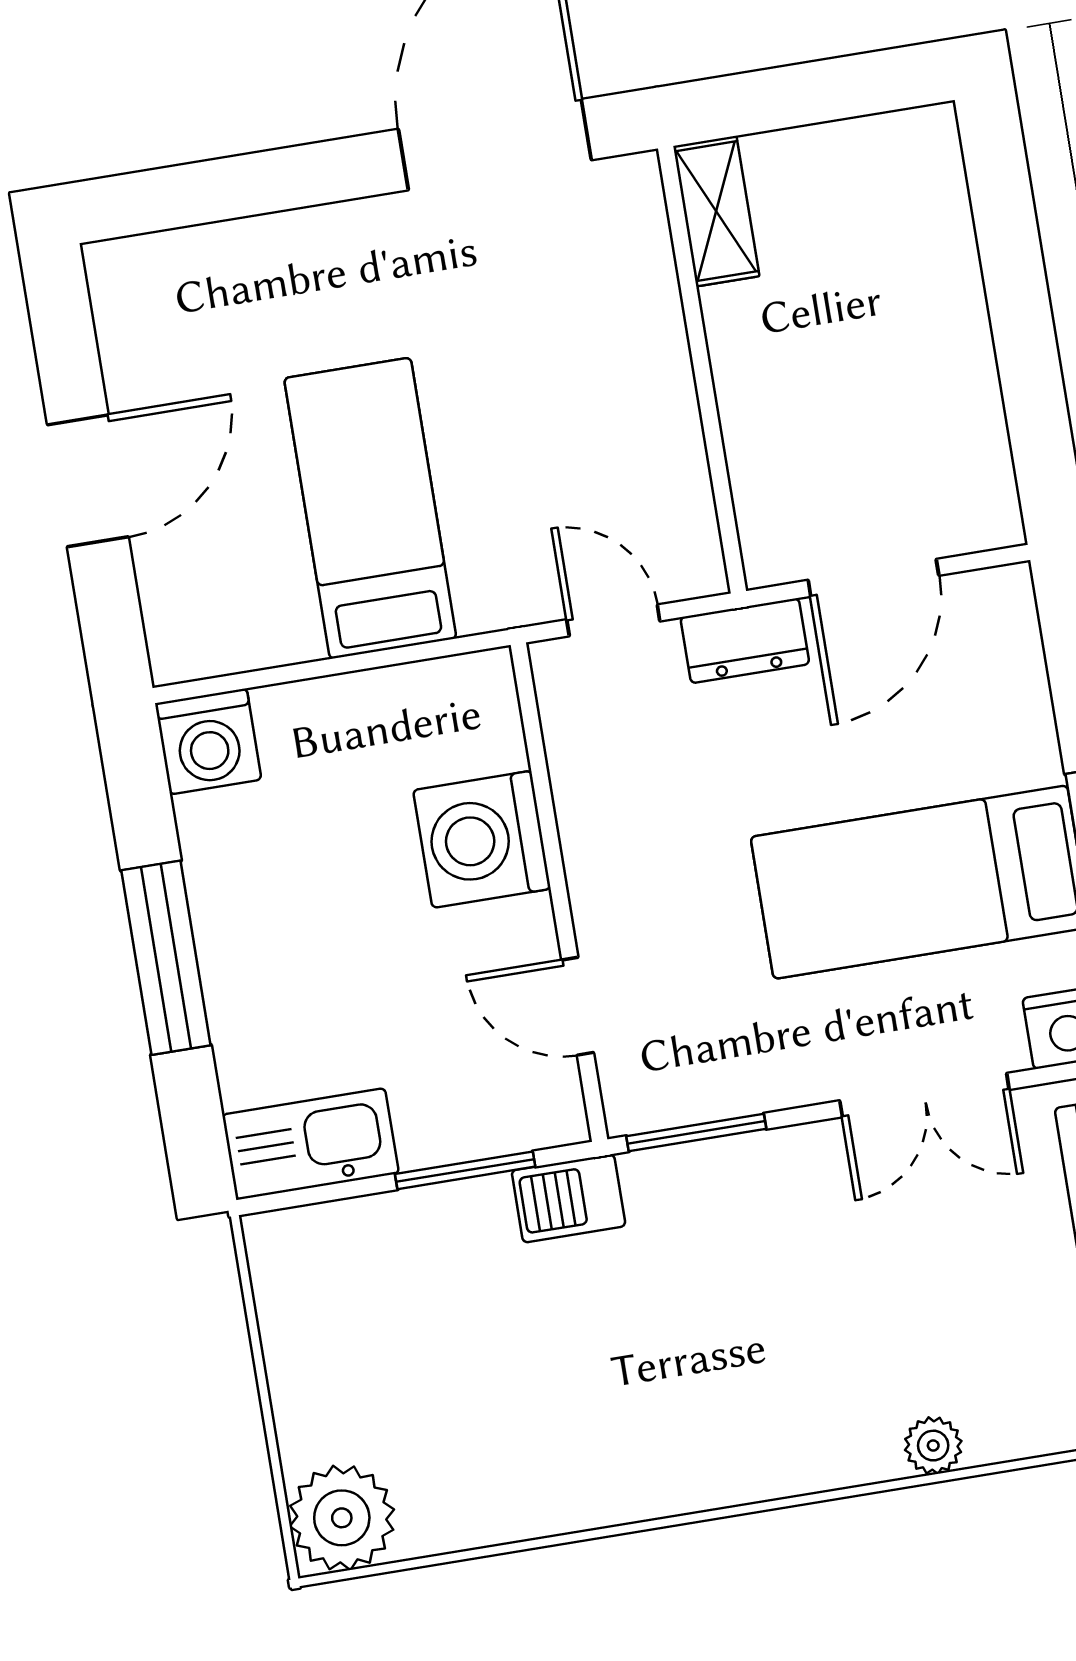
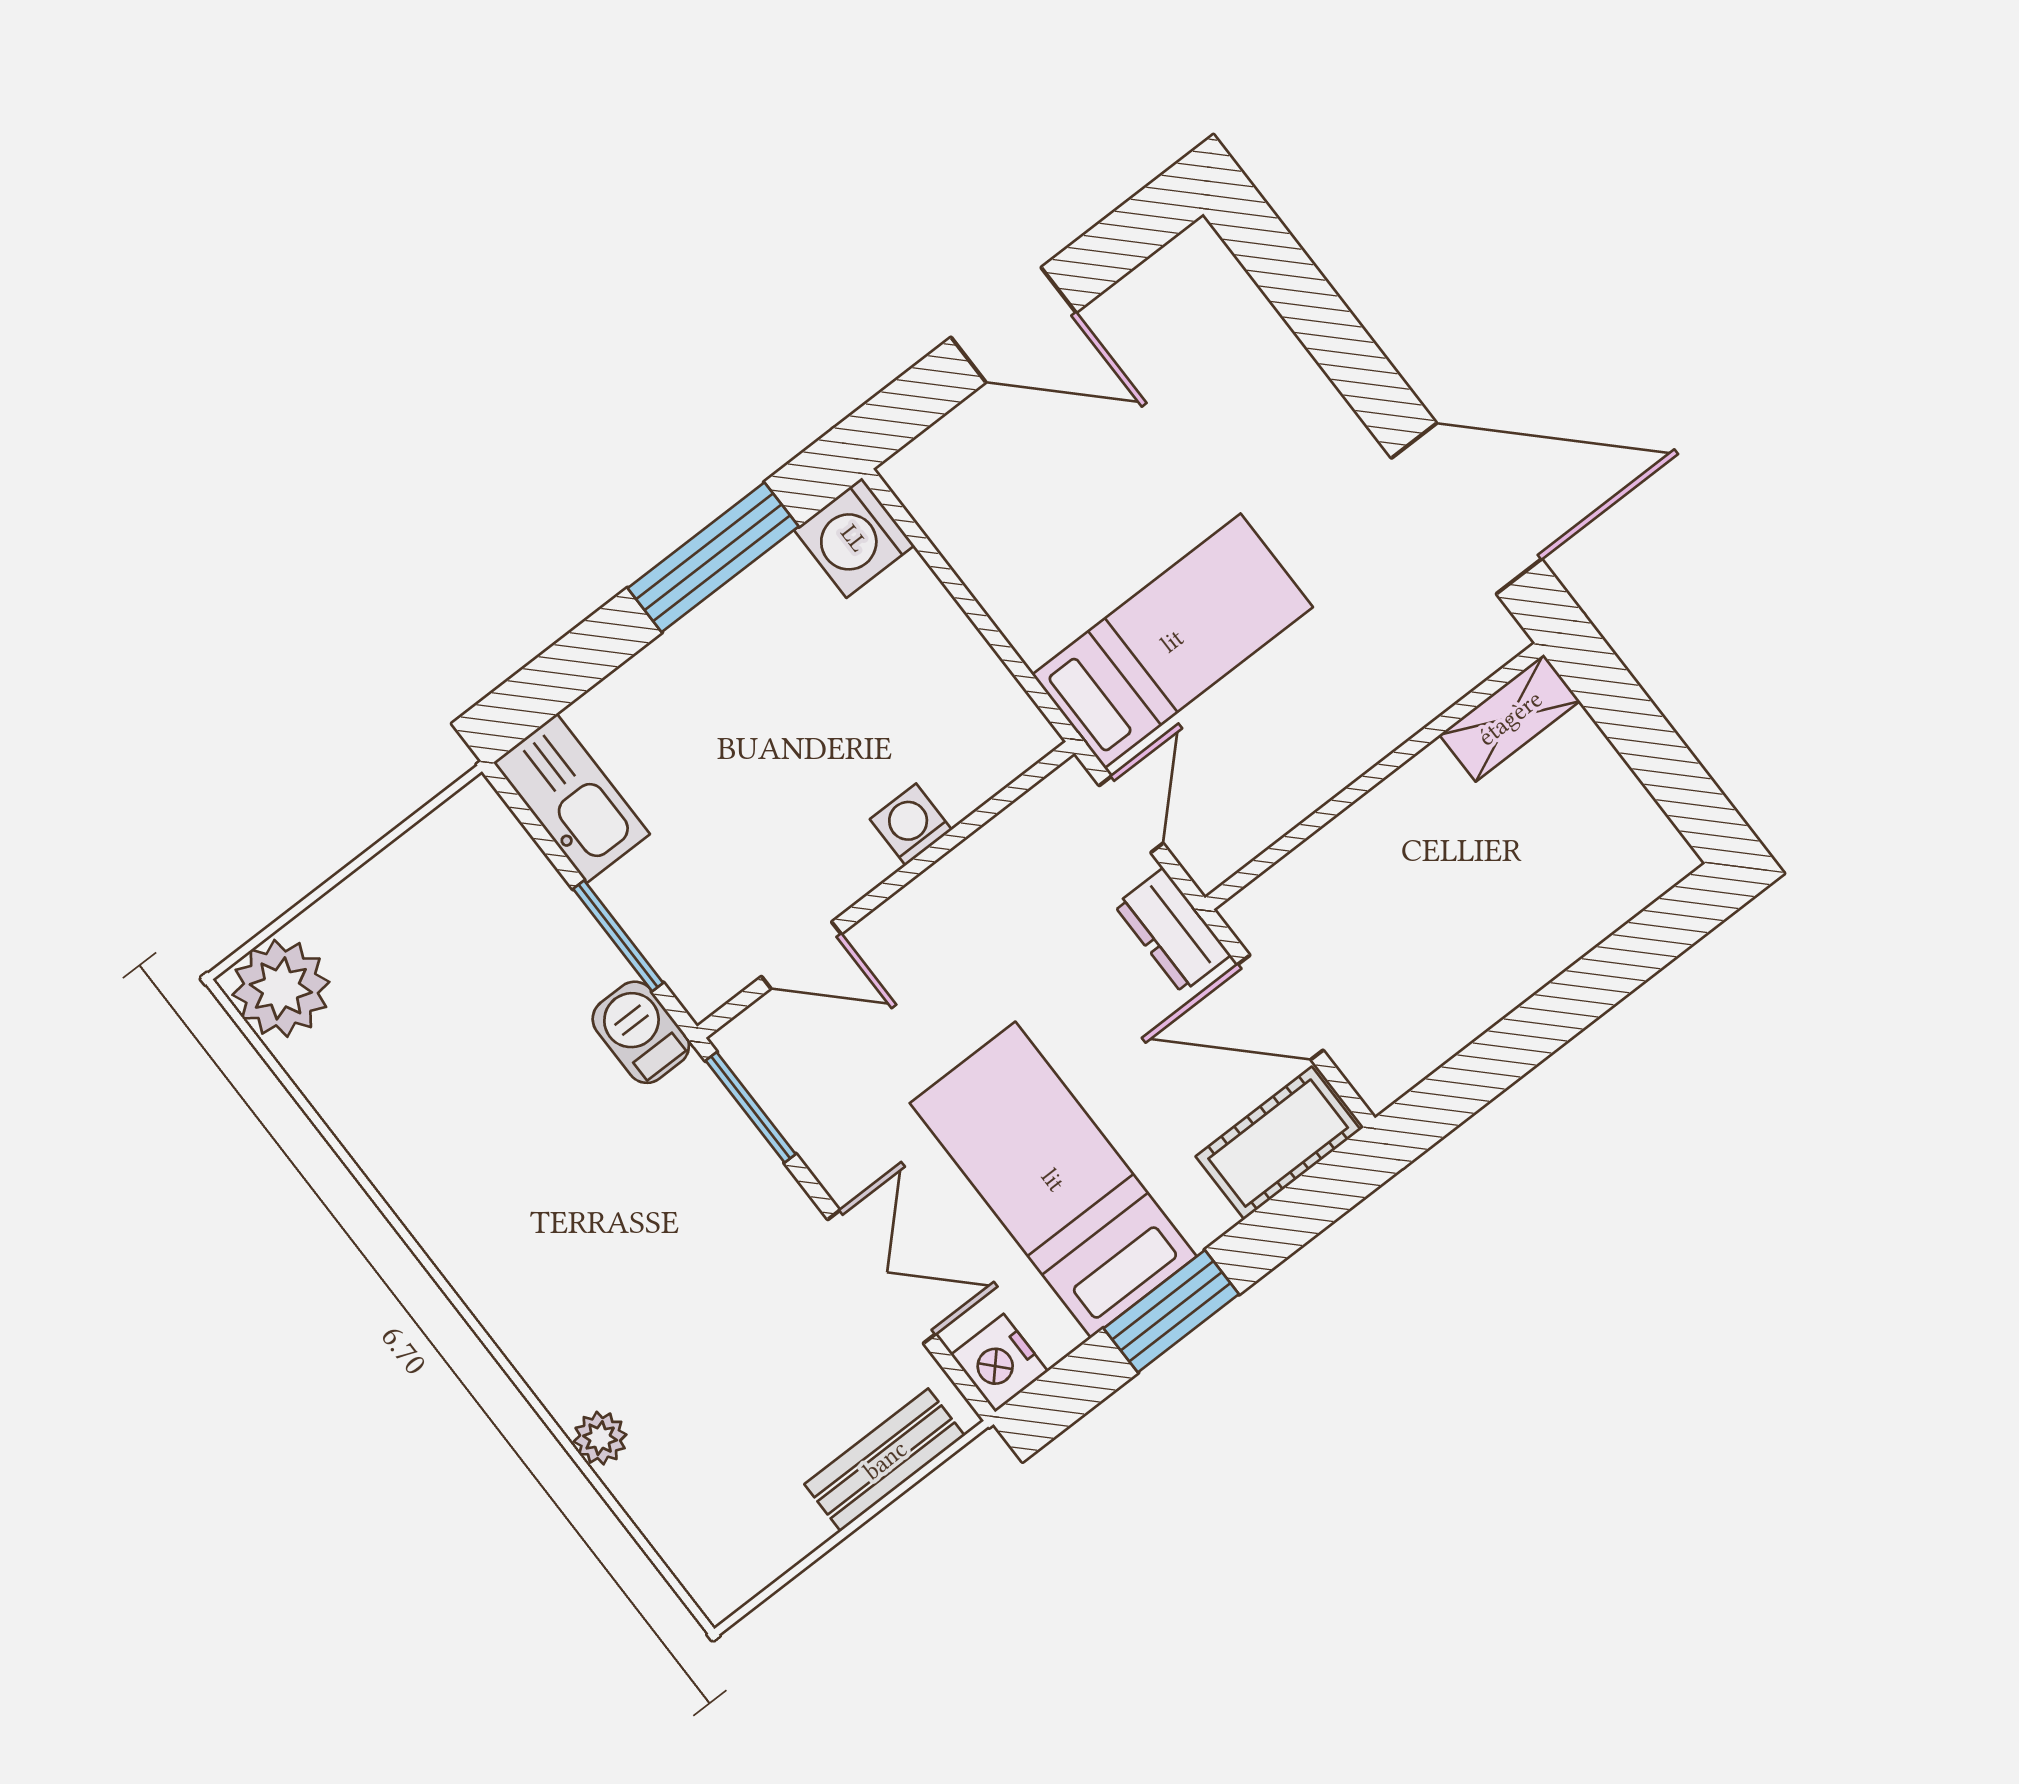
bed: (370, 508) -> (1172, 641), moved
cot: (1001, 650) -> (1278, 1143), added
washing machine: (482, 839) -> (911, 824), width x0.53, depth x0.53
window: (166, 958) -> (713, 557), moved
door: (578, 1006) -> (801, 955), swing flipped
double door: (924, 1095) -> (882, 1277), swing flipped

